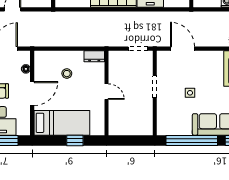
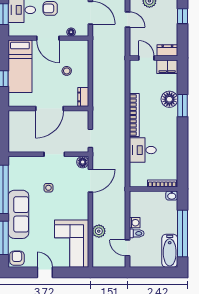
floor lamp: (163, 57) -> (83, 162), added
door: (107, 92) -> (50, 109), width x1.88

